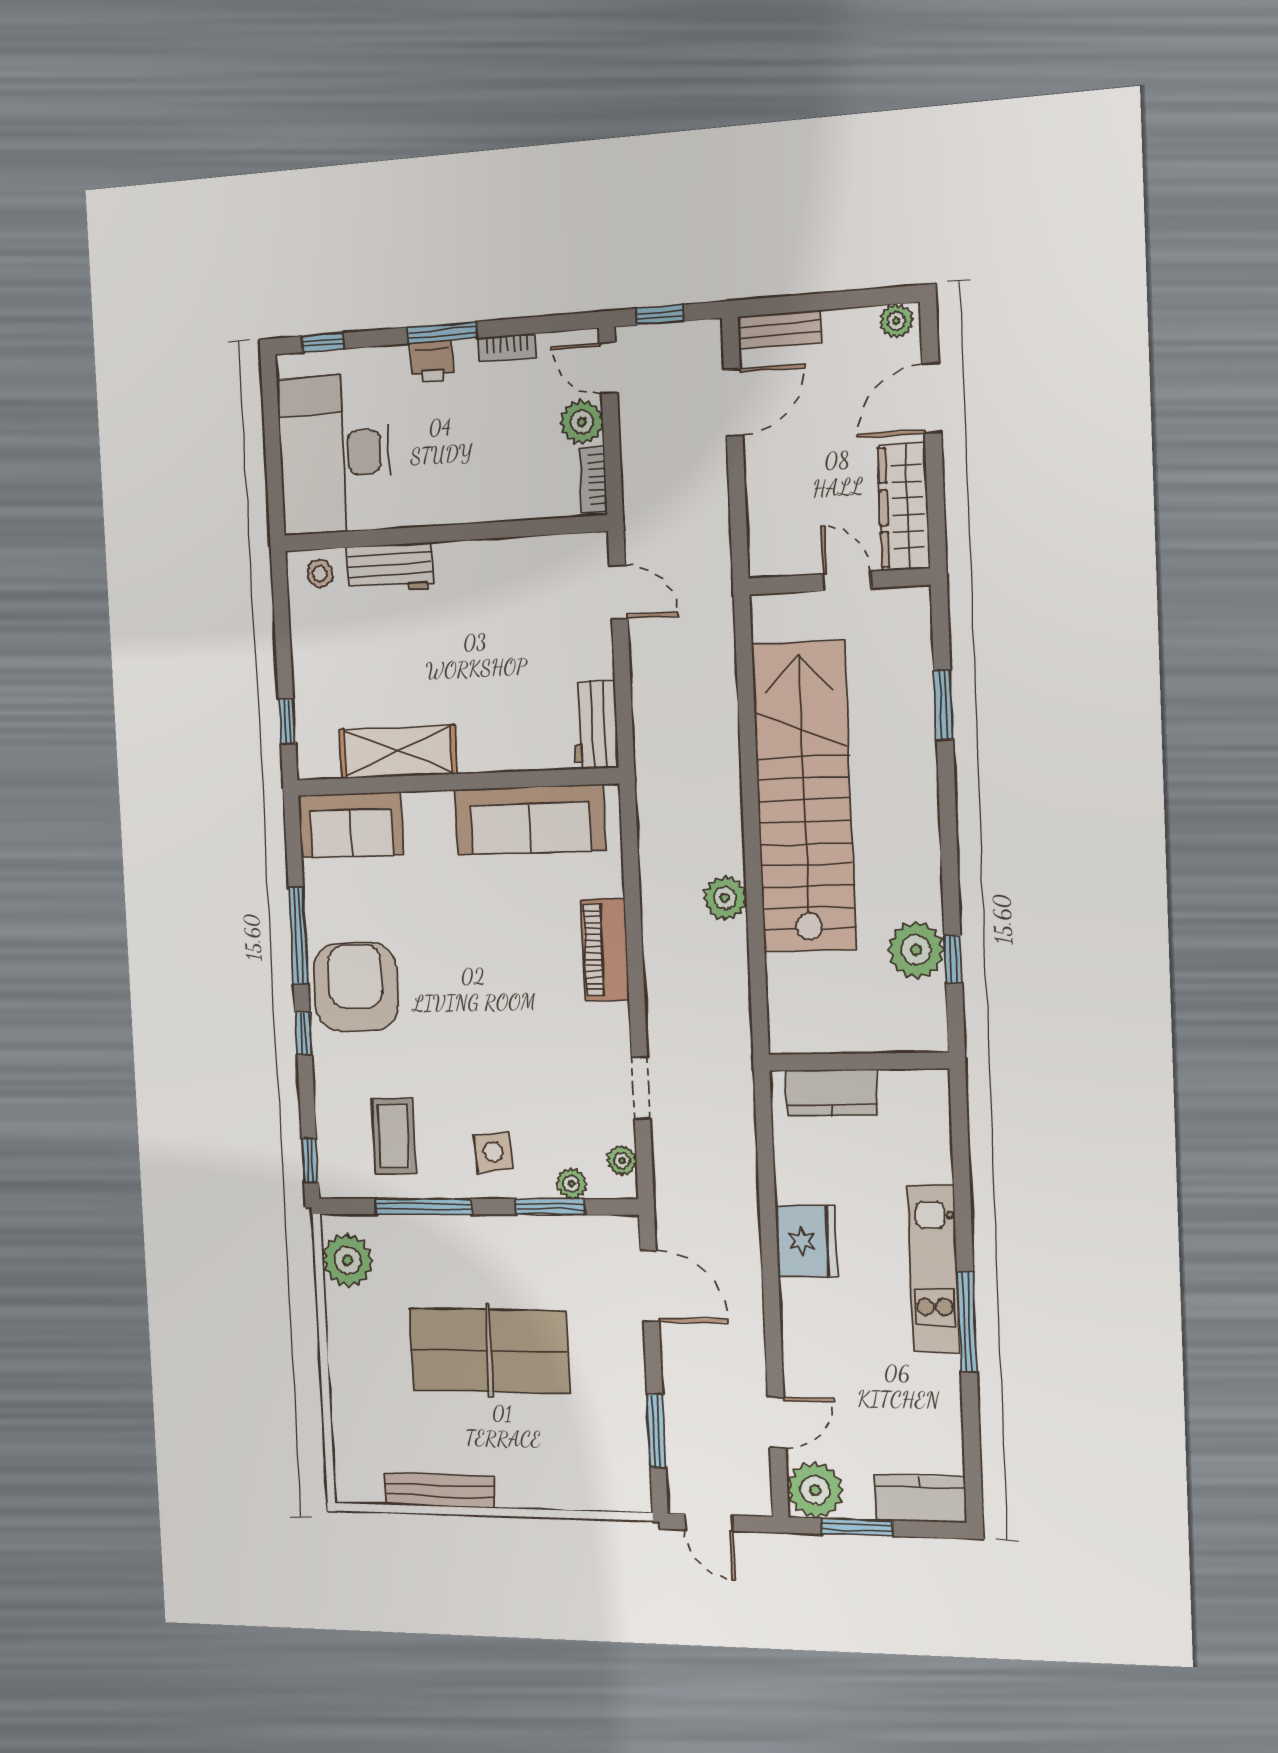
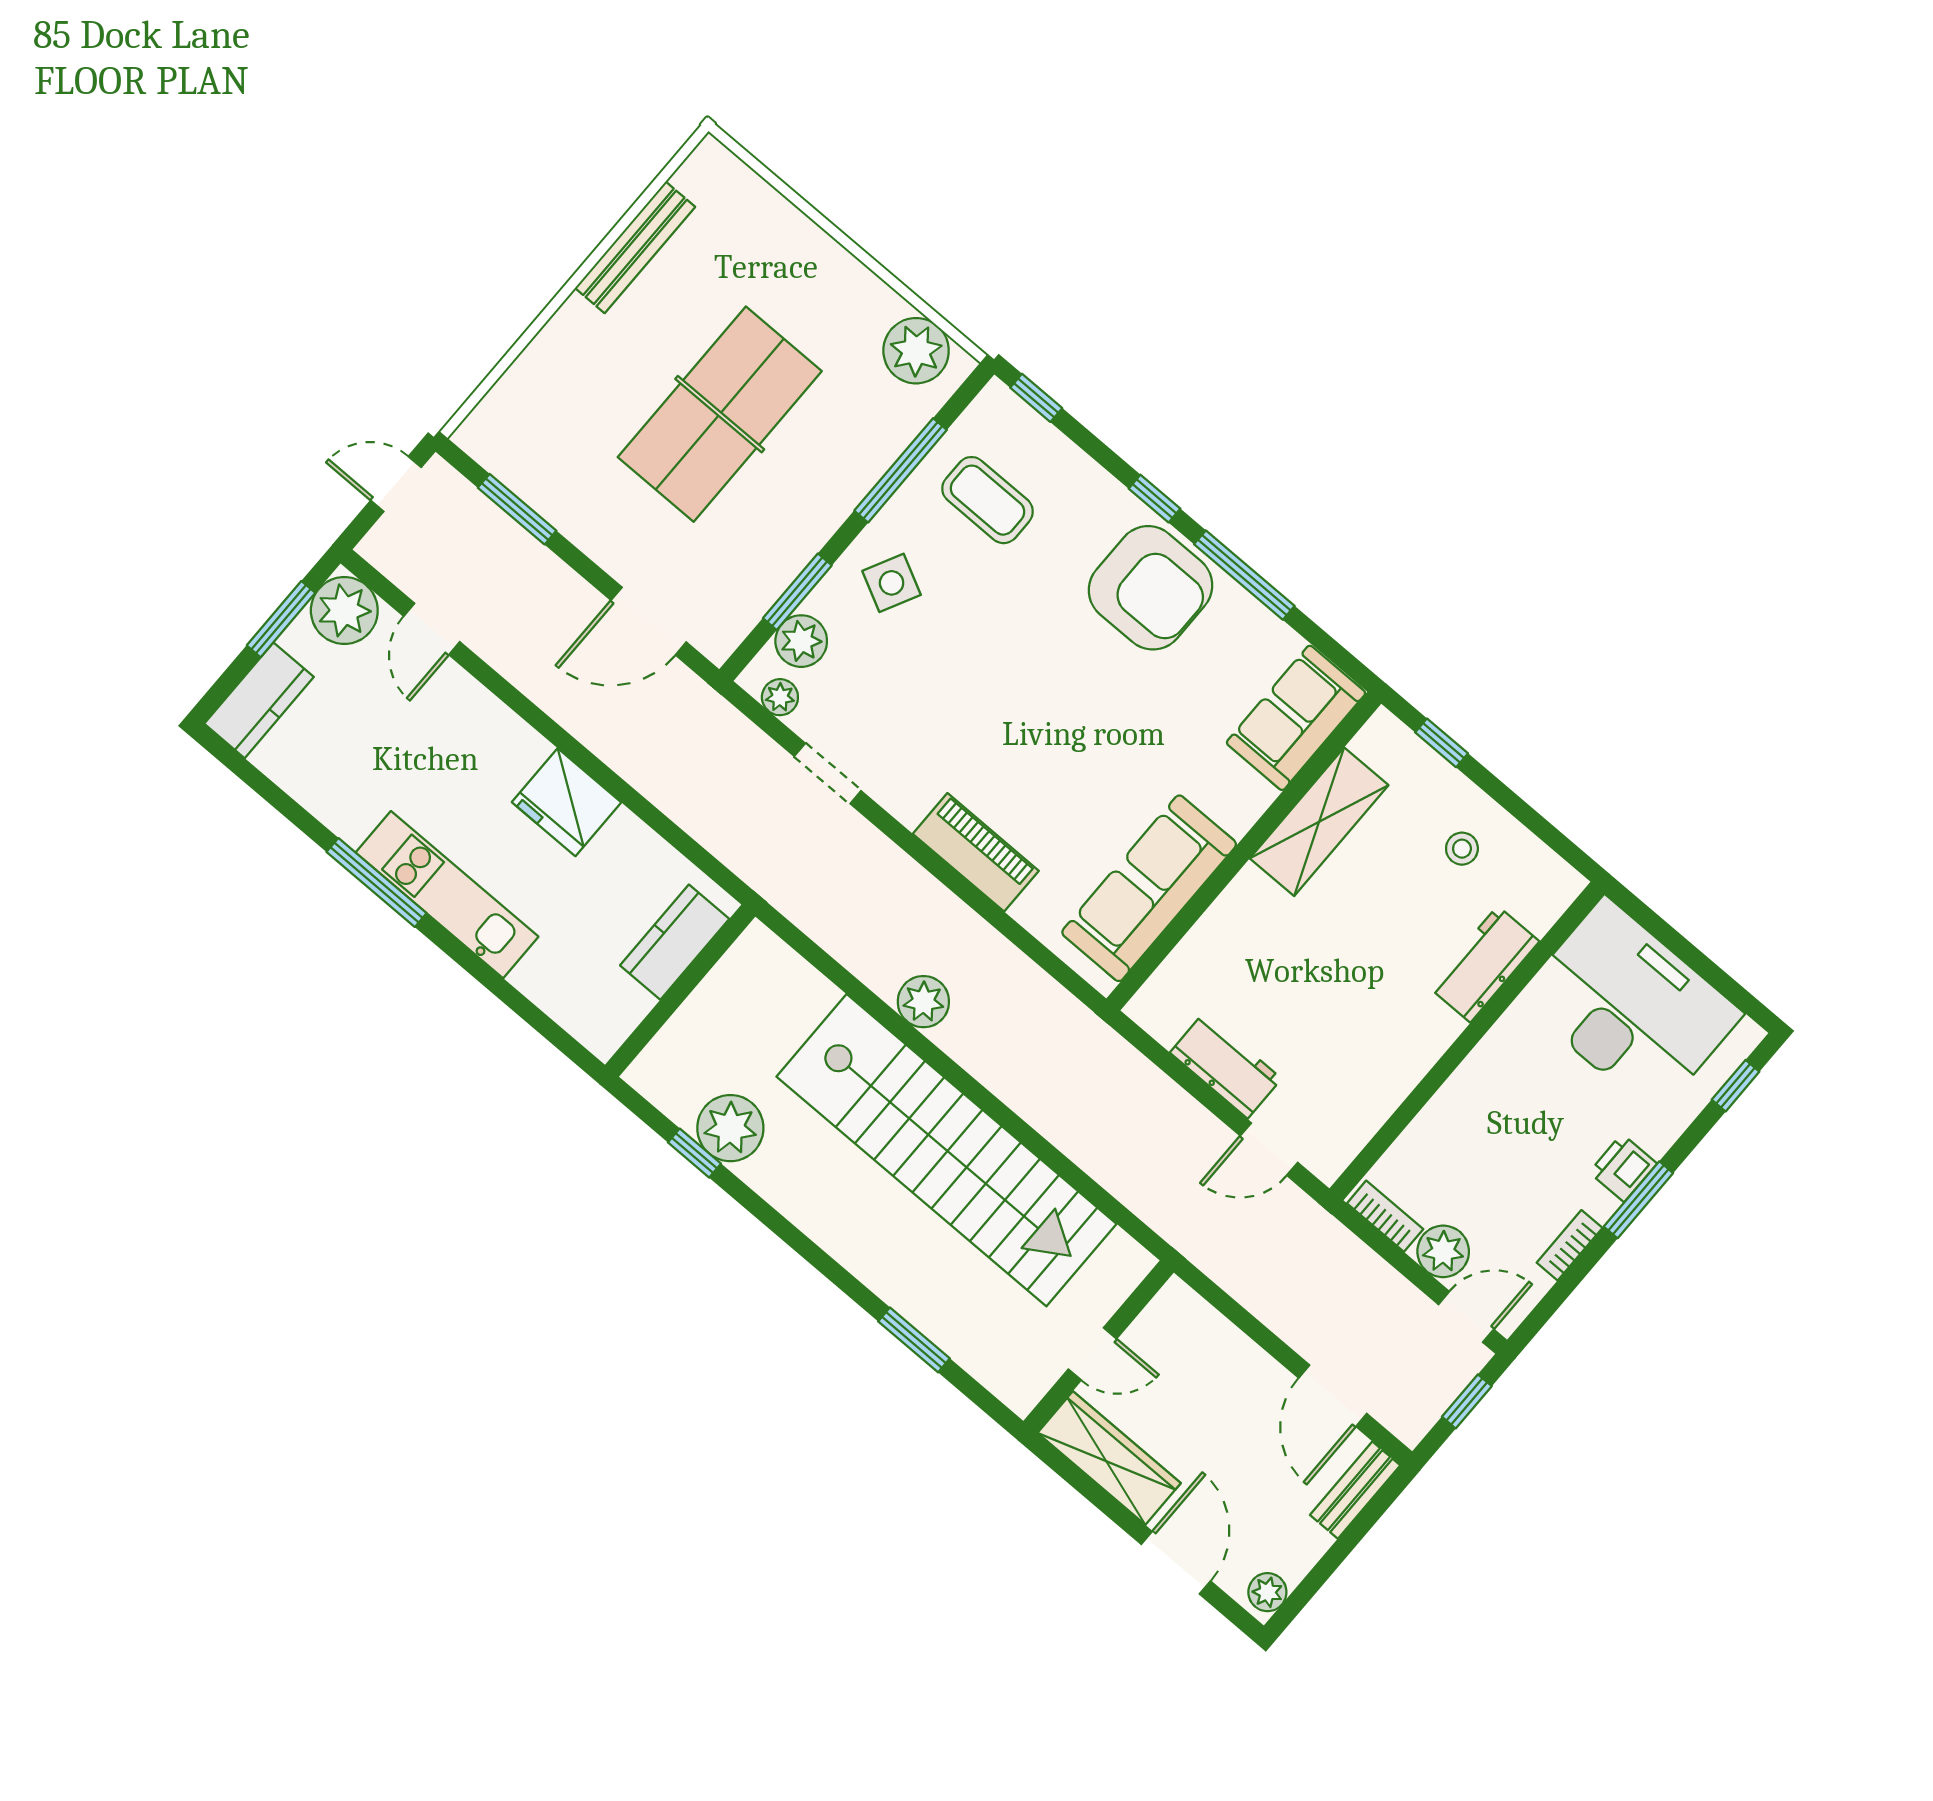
stool: (320, 573) -> (1462, 849), moved
workbench: (595, 725) -> (1226, 1066), moved
side table: (493, 1152) -> (892, 583), turned 32
plant: (571, 1184) -> (801, 641), width x1.38, depth x1.38

